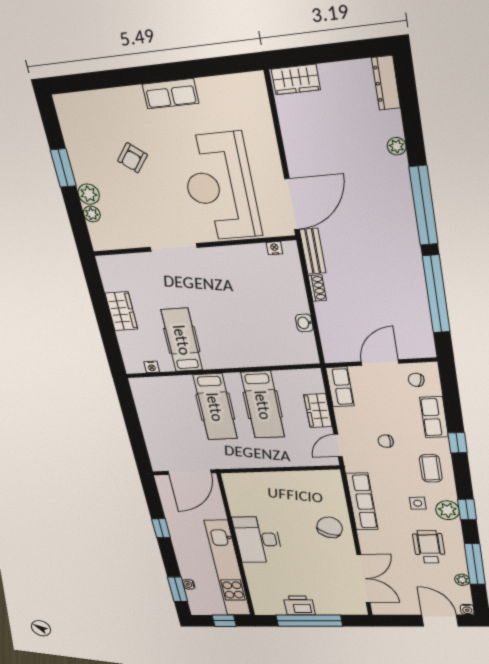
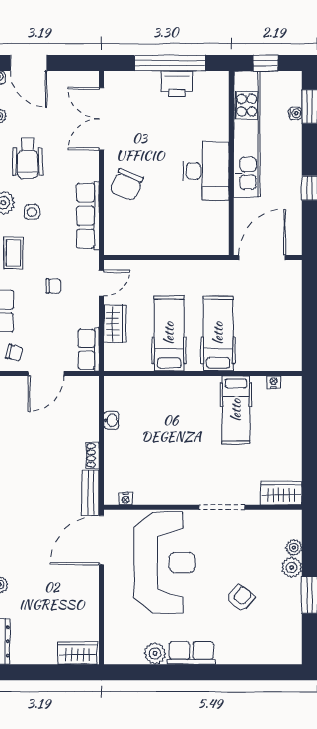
plant: (210, 89) -> (155, 653), added
wardrobe: (121, 311) -> (281, 493), moved, turned 90

